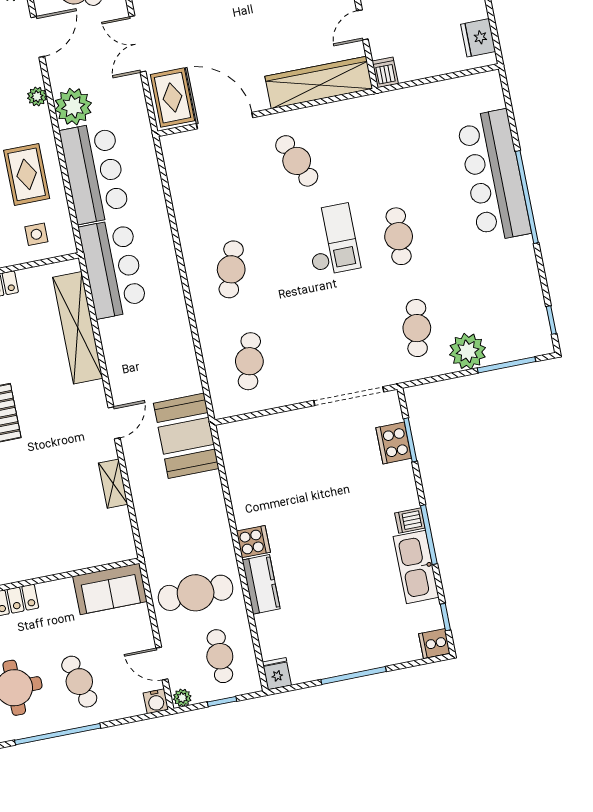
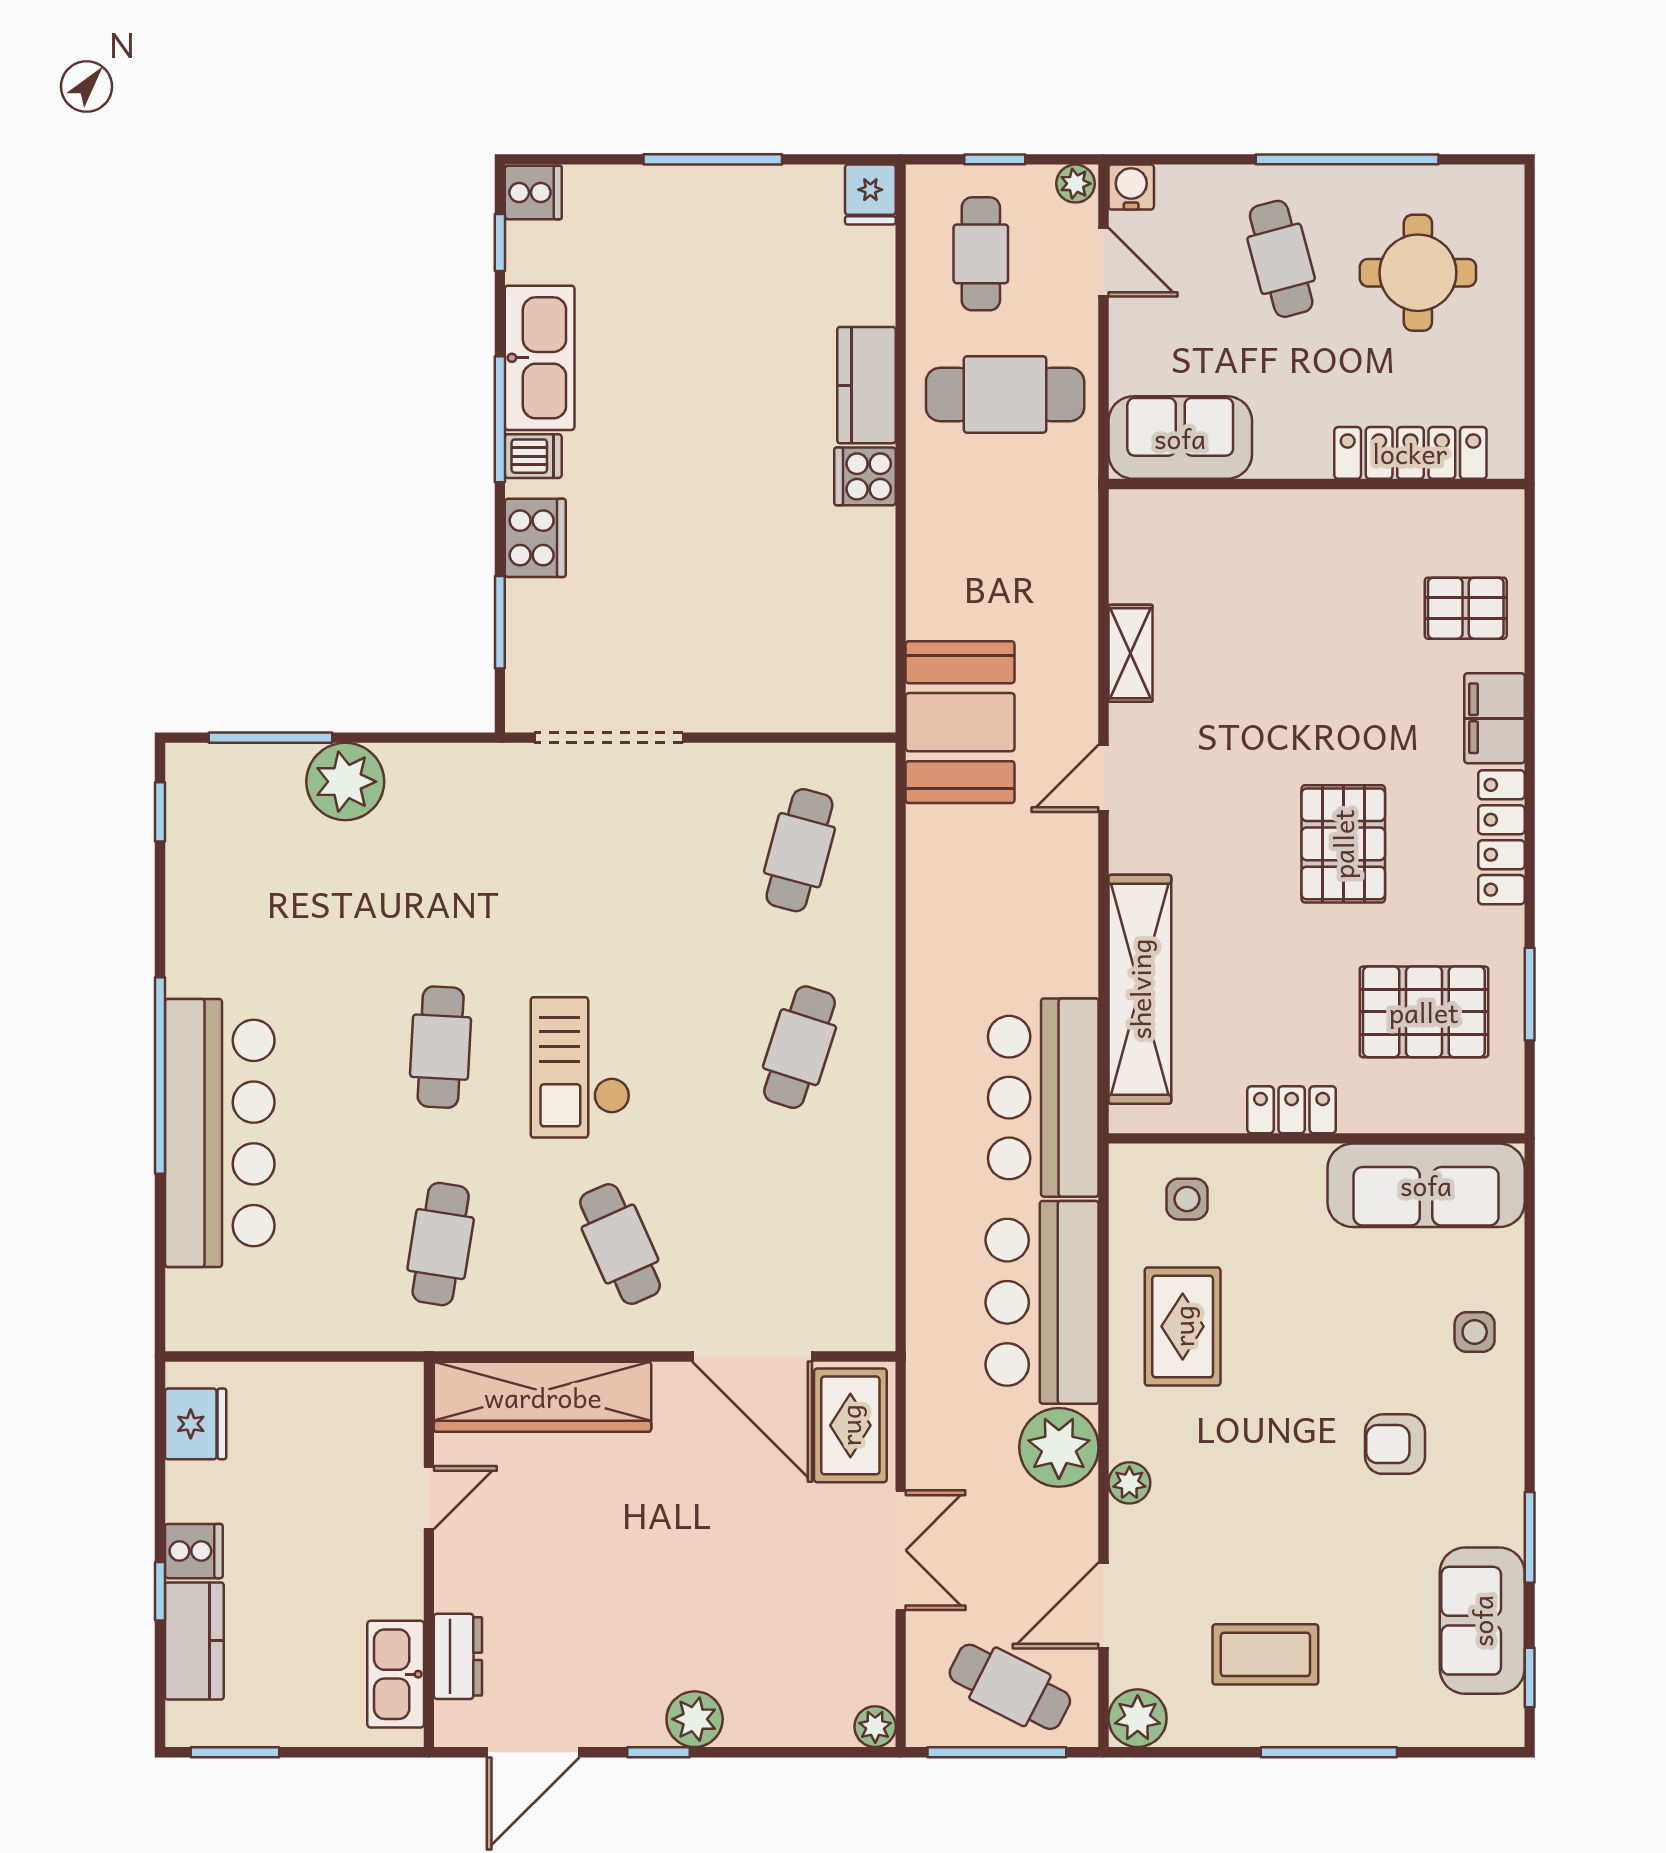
dishwasher: (385, 72) -> (401, 1391), removed
cafe table: (417, 328) -> (441, 1244), moved
cooker: (394, 443) -> (535, 538), moved

